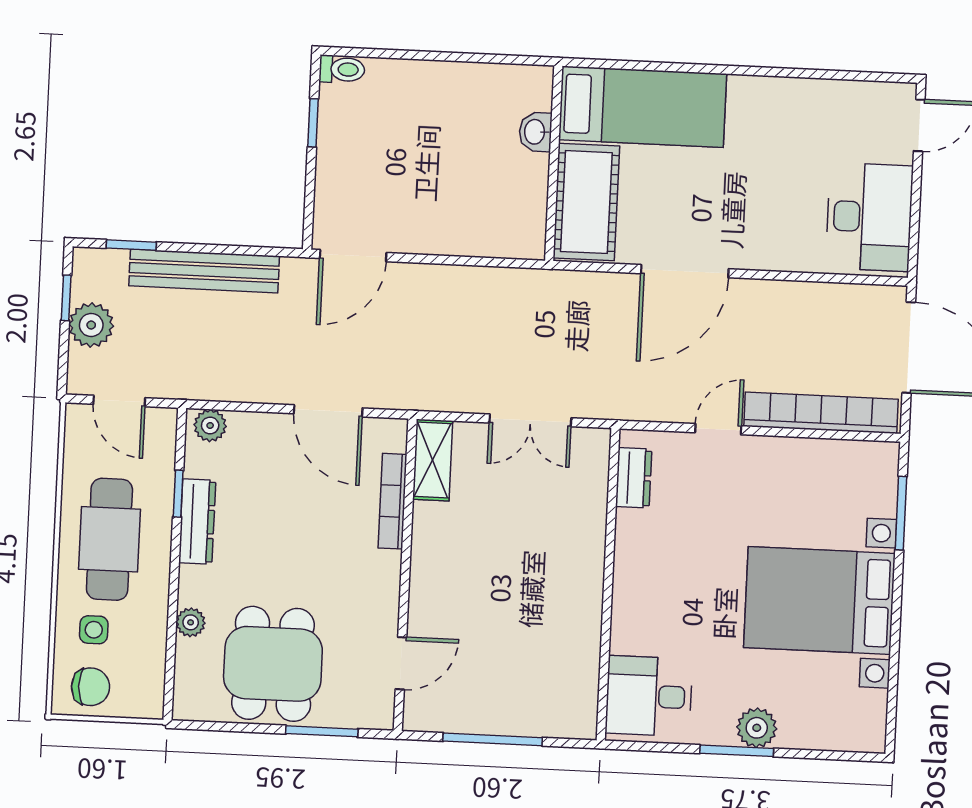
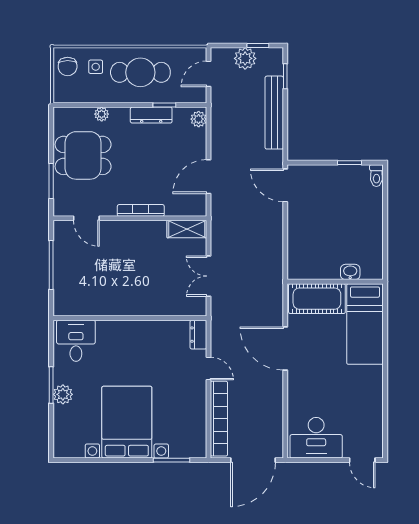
dresser: (634, 478) -> (198, 335), moved, turned 90
bookcase: (393, 501) -> (141, 210), moved

